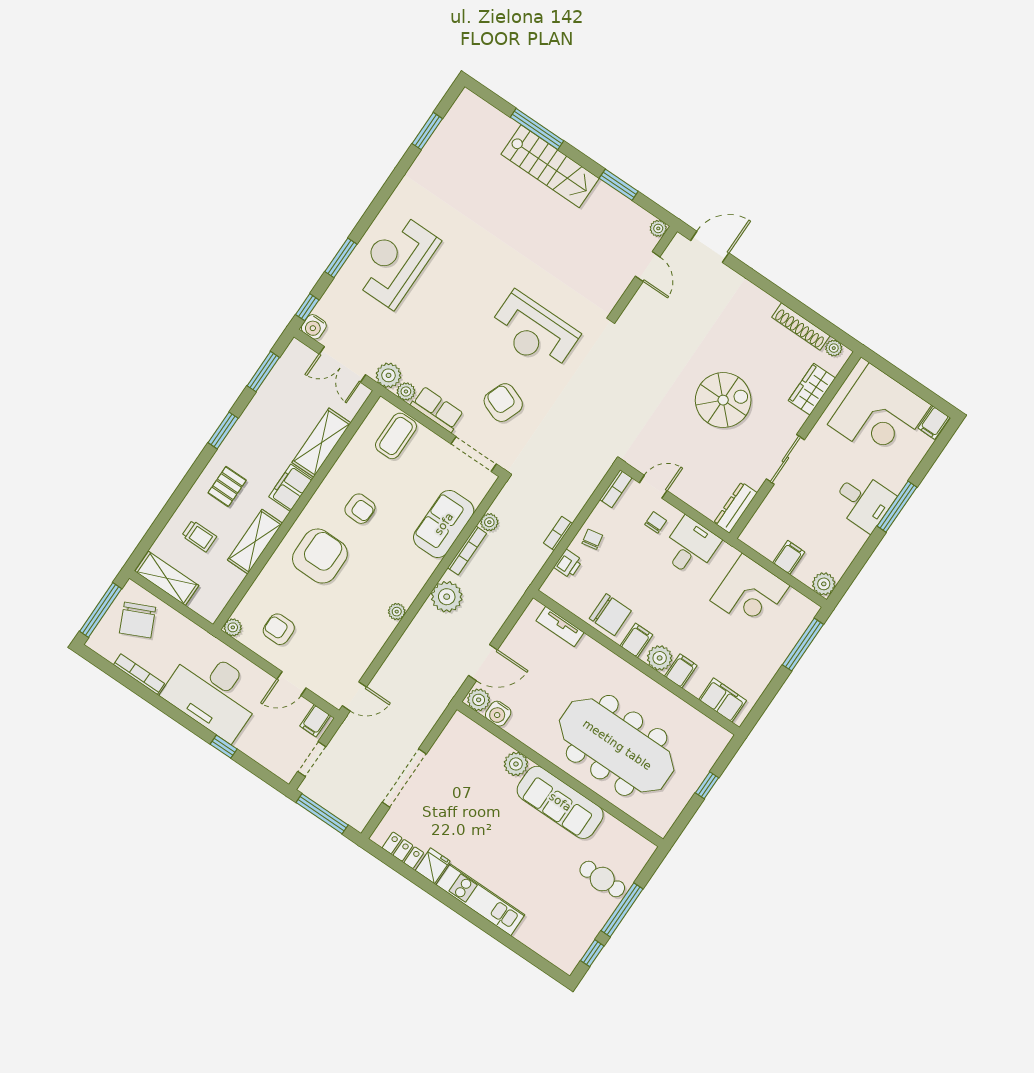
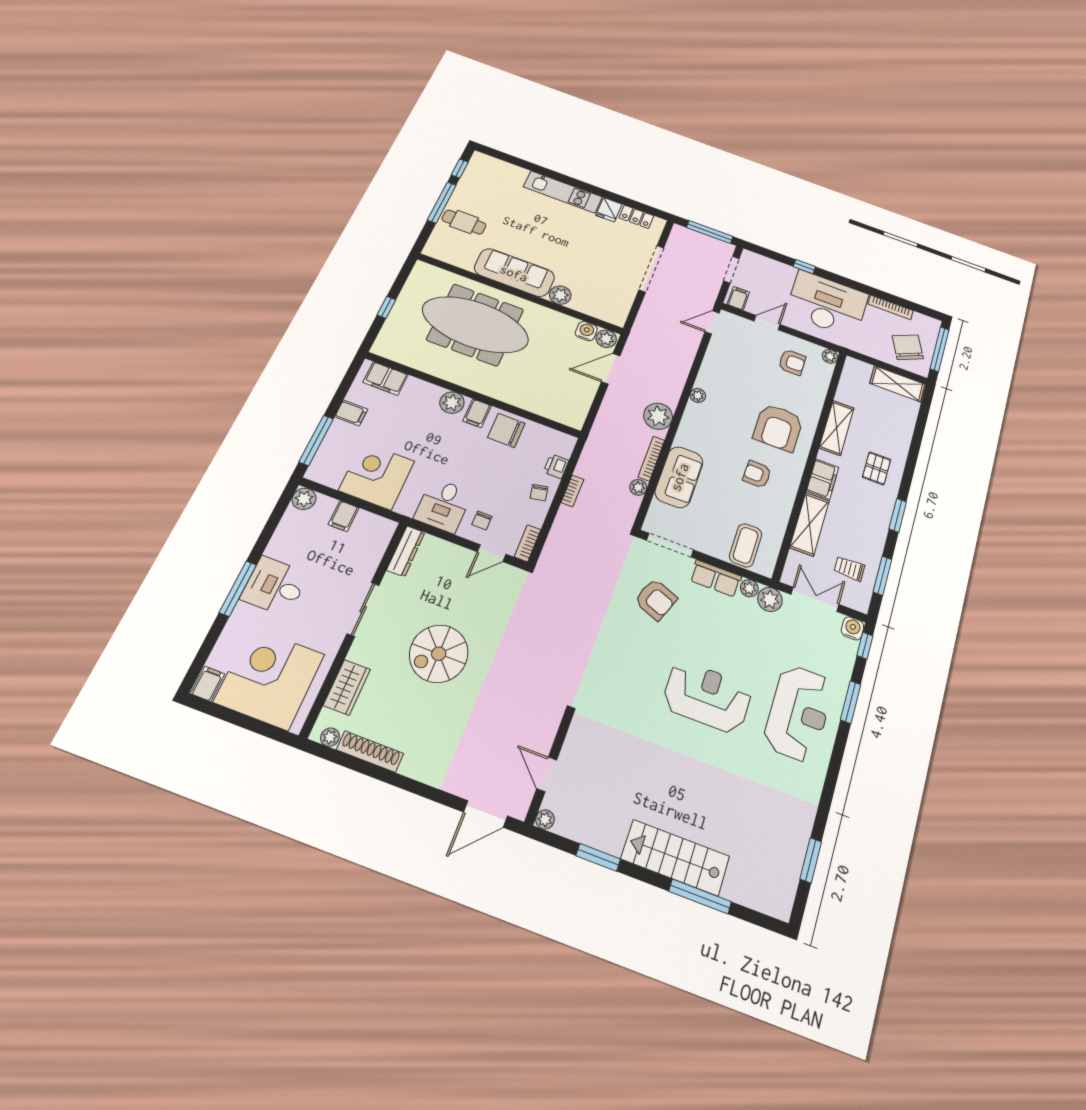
reception desk: (534, 332) -> (707, 697), moved
trolley: (199, 536) -> (849, 569), moved
tv unit: (560, 627) -> (550, 411), removed
filing cabinet: (681, 671) -> (351, 413), moved, turned -90

